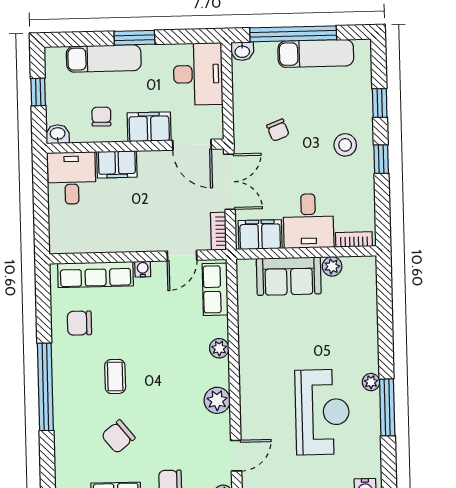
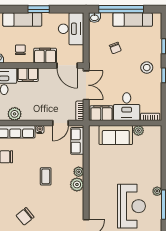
chair: (278, 130) -> (115, 48), moved
plant: (93, 240) -> (15, 114), added
coffee table: (115, 376) -> (46, 176), moved
plant: (217, 400) -> (77, 184), moved

